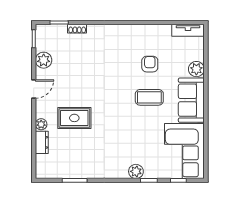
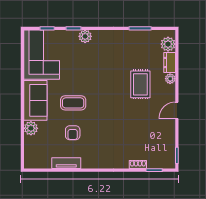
tv unit: (188, 30) -> (66, 163), moved
plant: (44, 60) -> (168, 44), moved
rug: (74, 118) -> (140, 84), turned 90

